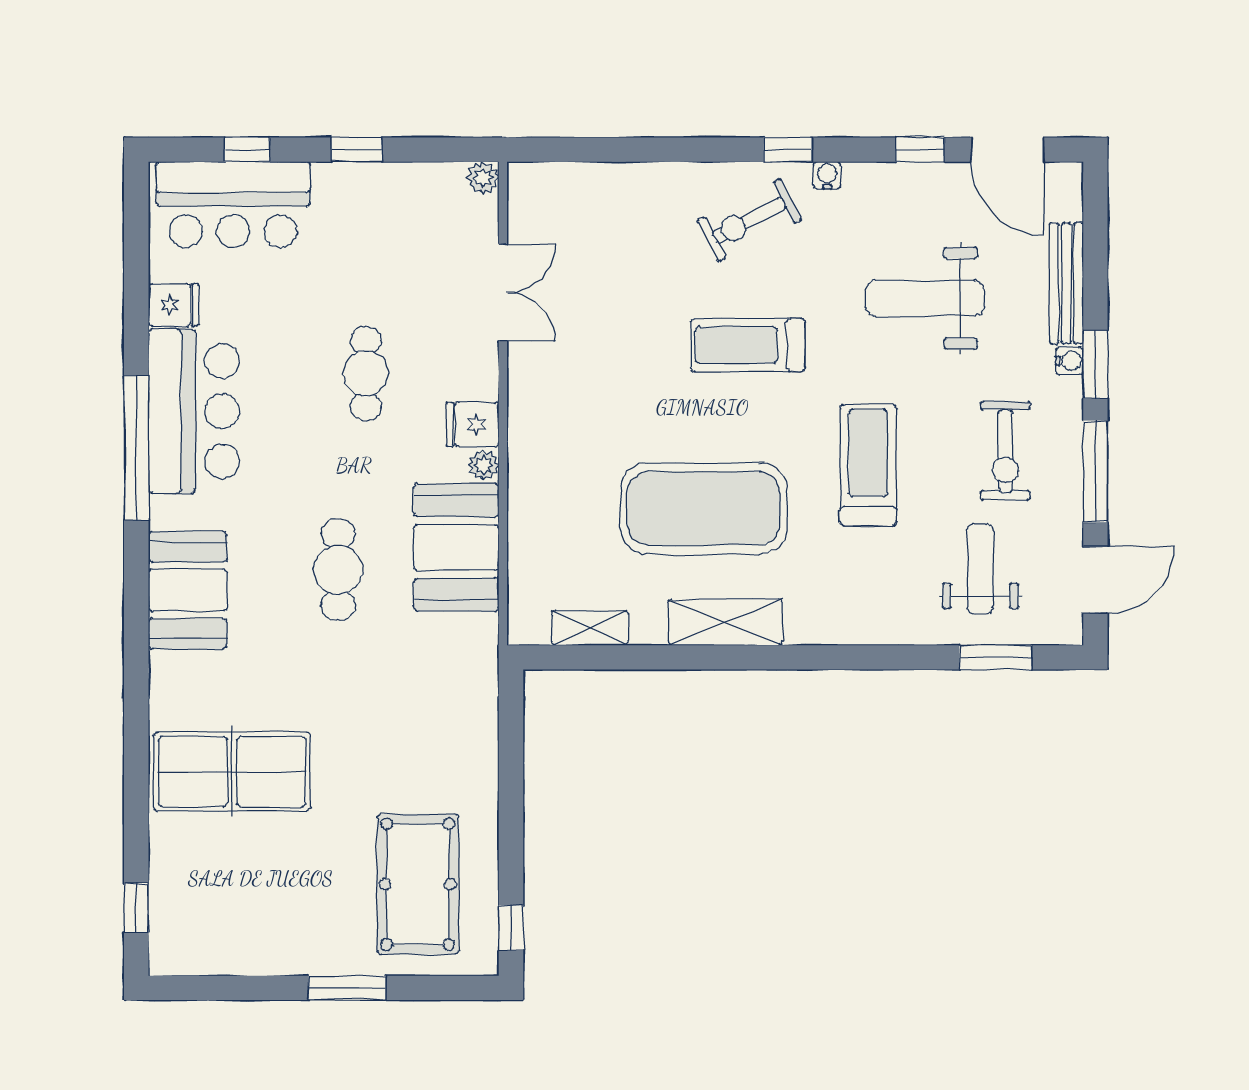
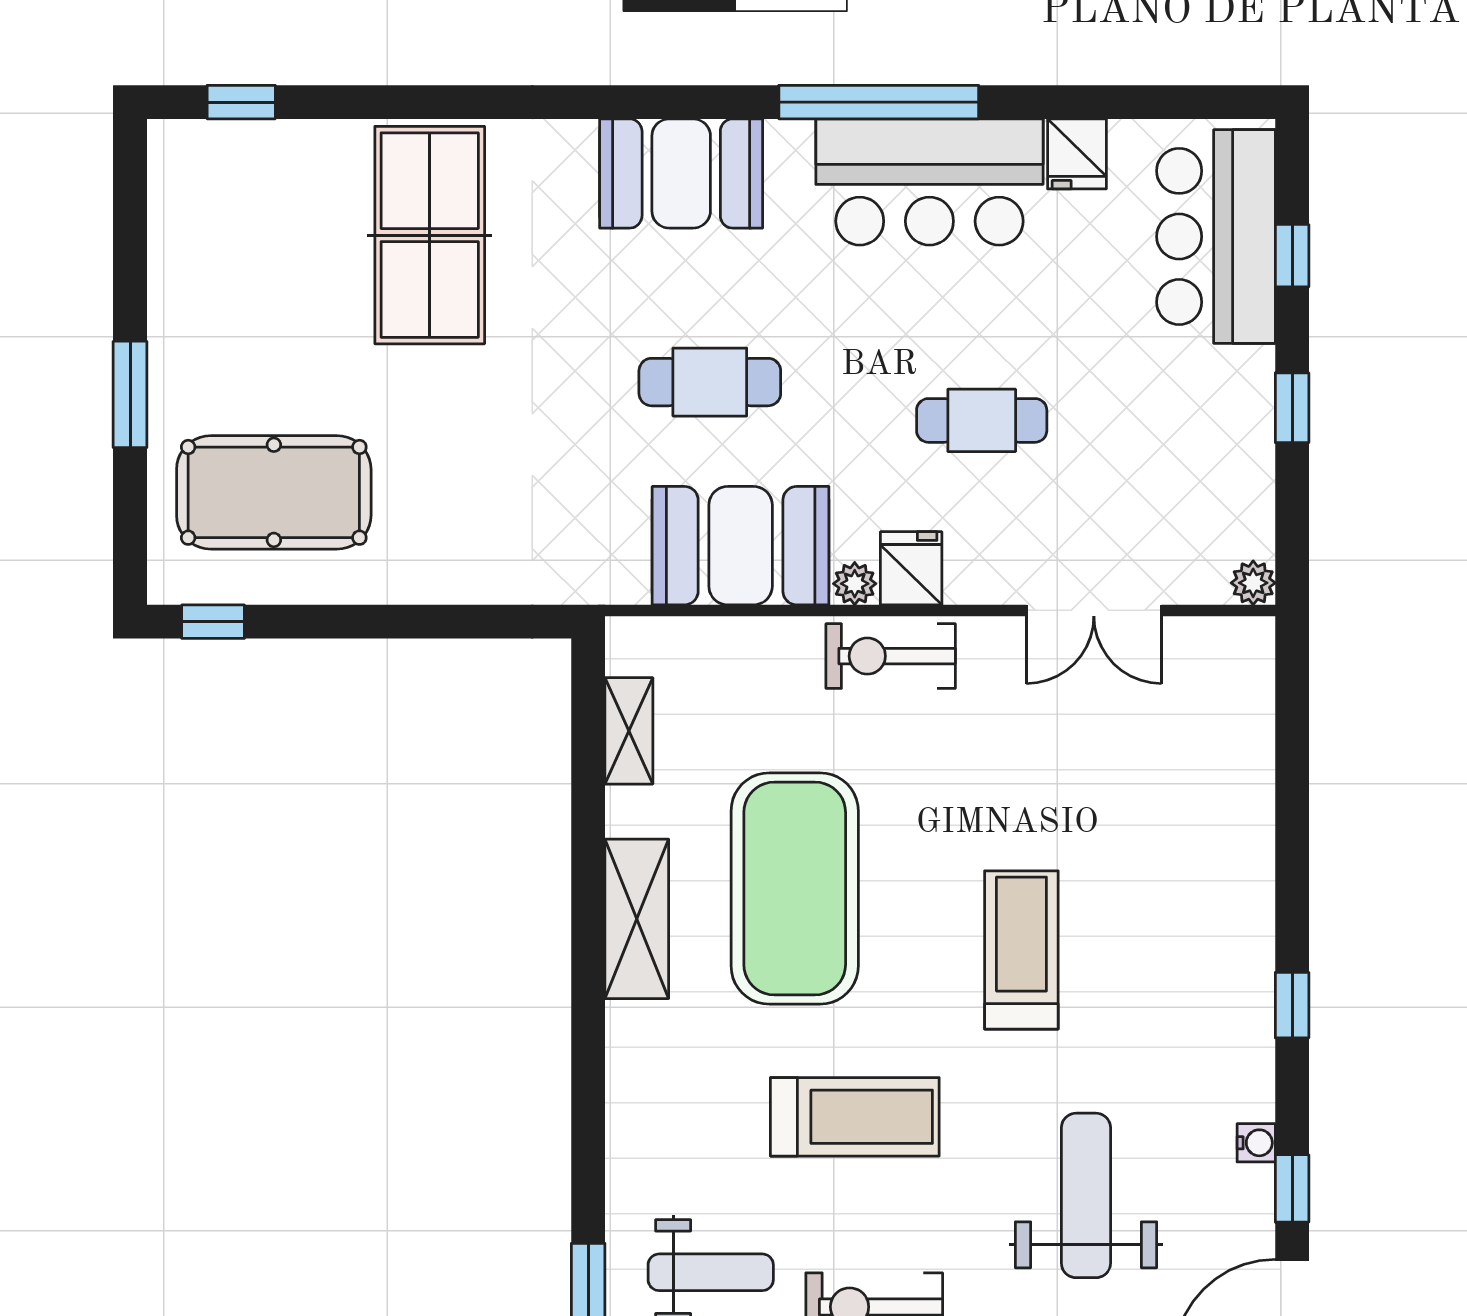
water cooler: (827, 175) -> (1256, 1143), moved
exercise bike: (749, 220) -> (891, 656), moved, turned -63

